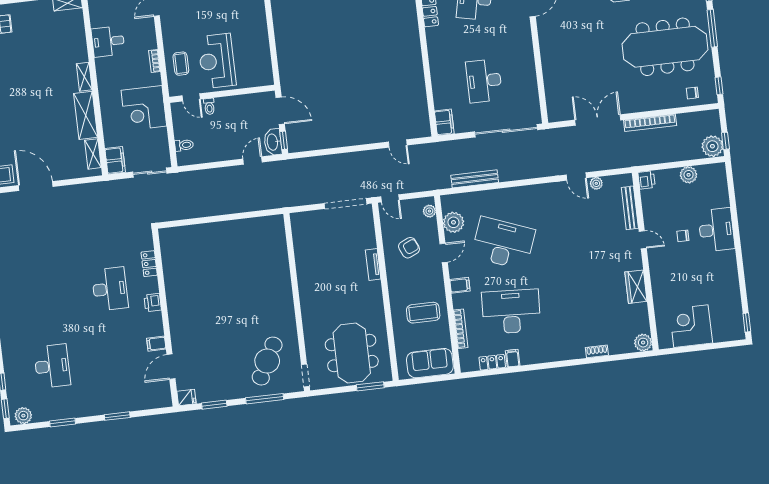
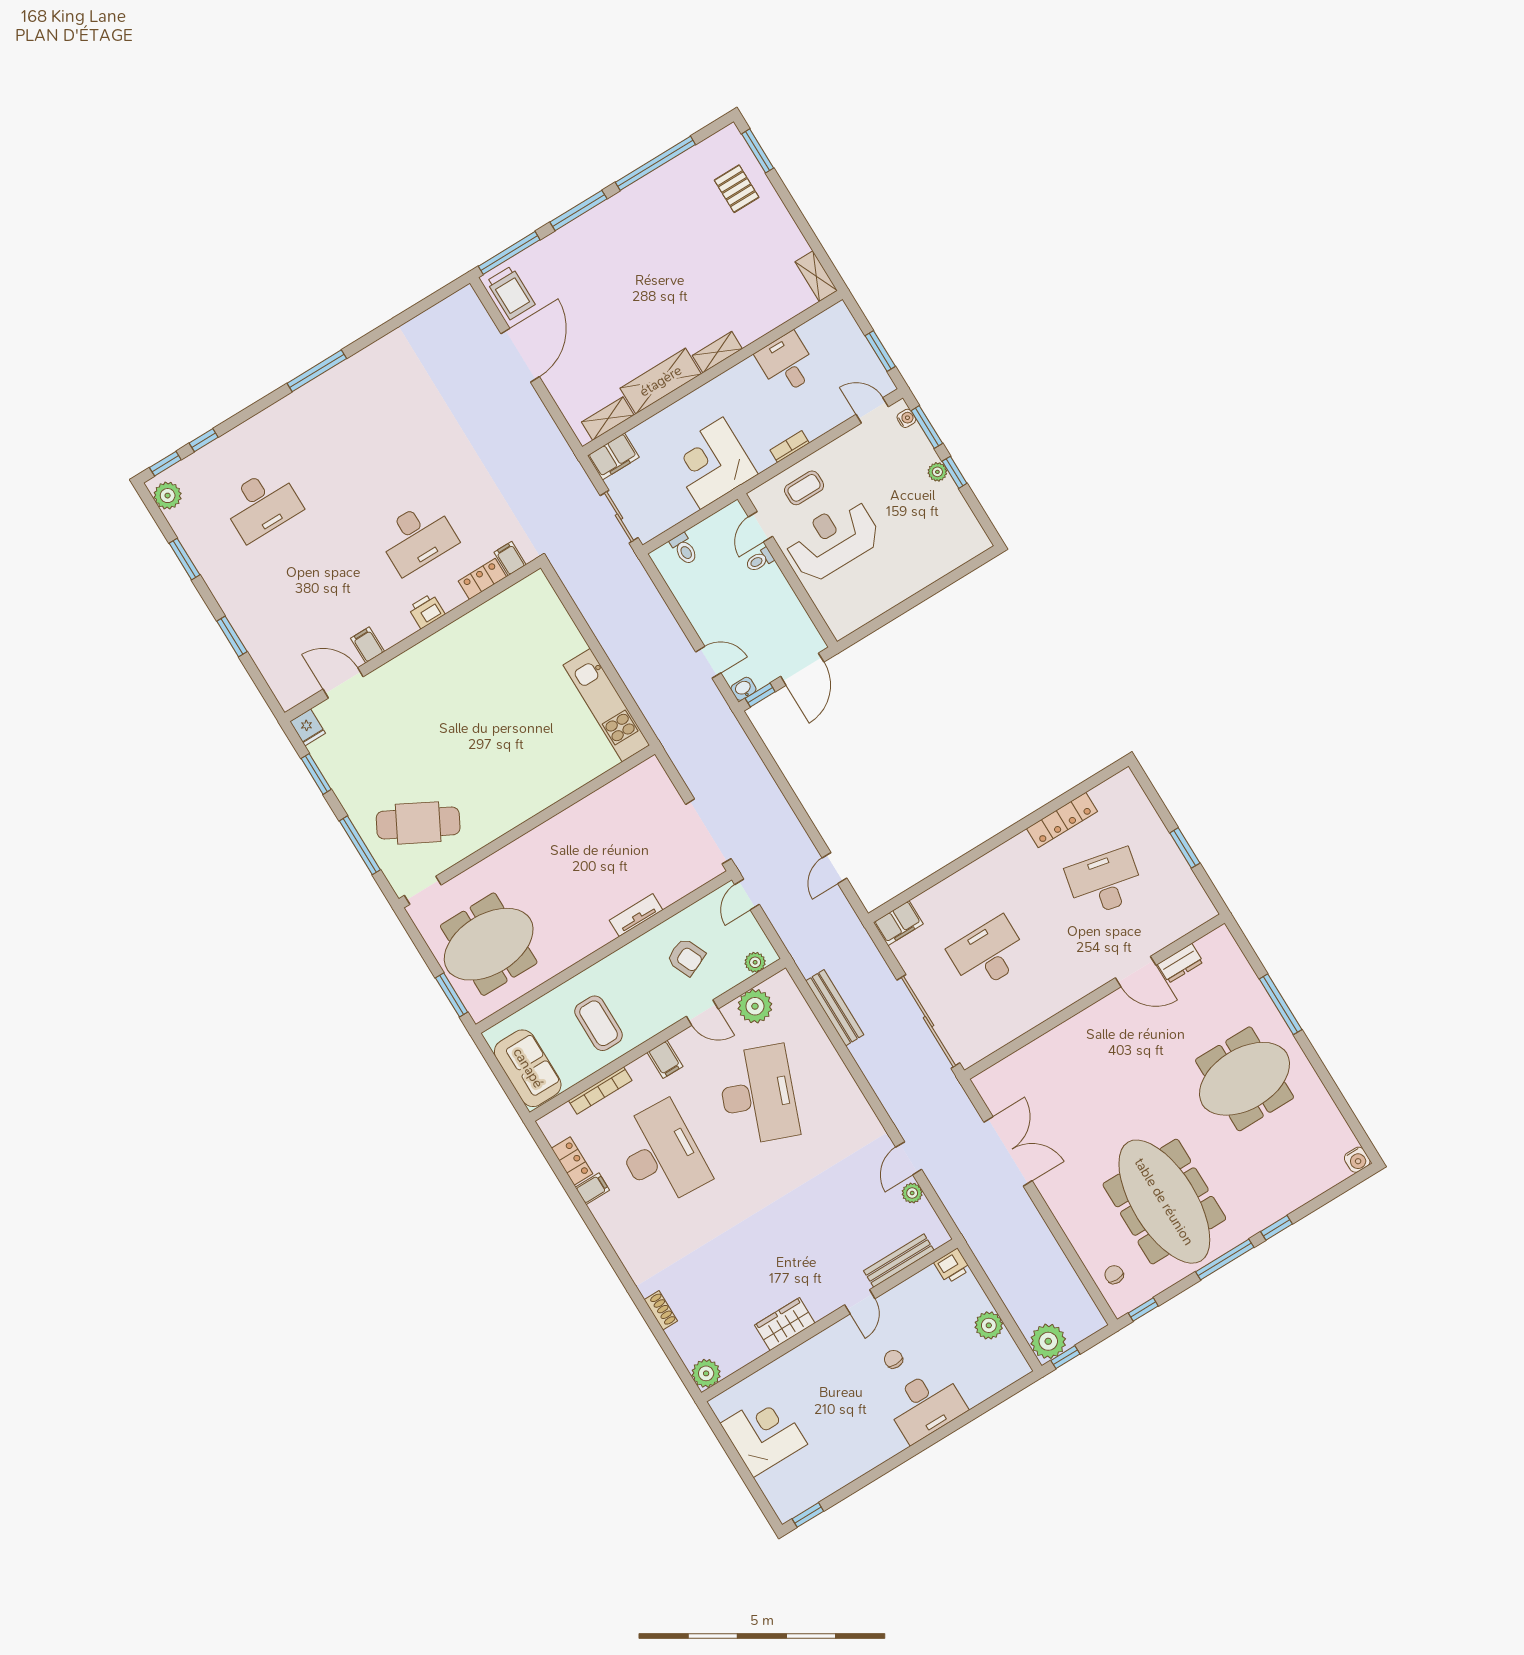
bookcase: (650, 123) -> (1040, 1232), removed
washbasin: (273, 142) -> (743, 689), width x0.52, depth x0.69
kitchen unit: (250, 228) -> (606, 705), added
filing cabinet: (145, 243) -> (510, 559), added

